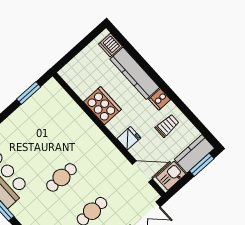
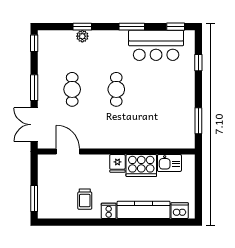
fridge: (129, 138) -> (117, 163), moved
kitchen counter: (194, 154) -> (47, 200), removed
door: (142, 172) -> (68, 152), swing flipped
kitchen sink: (171, 176) -> (169, 163), moved, turned 90

